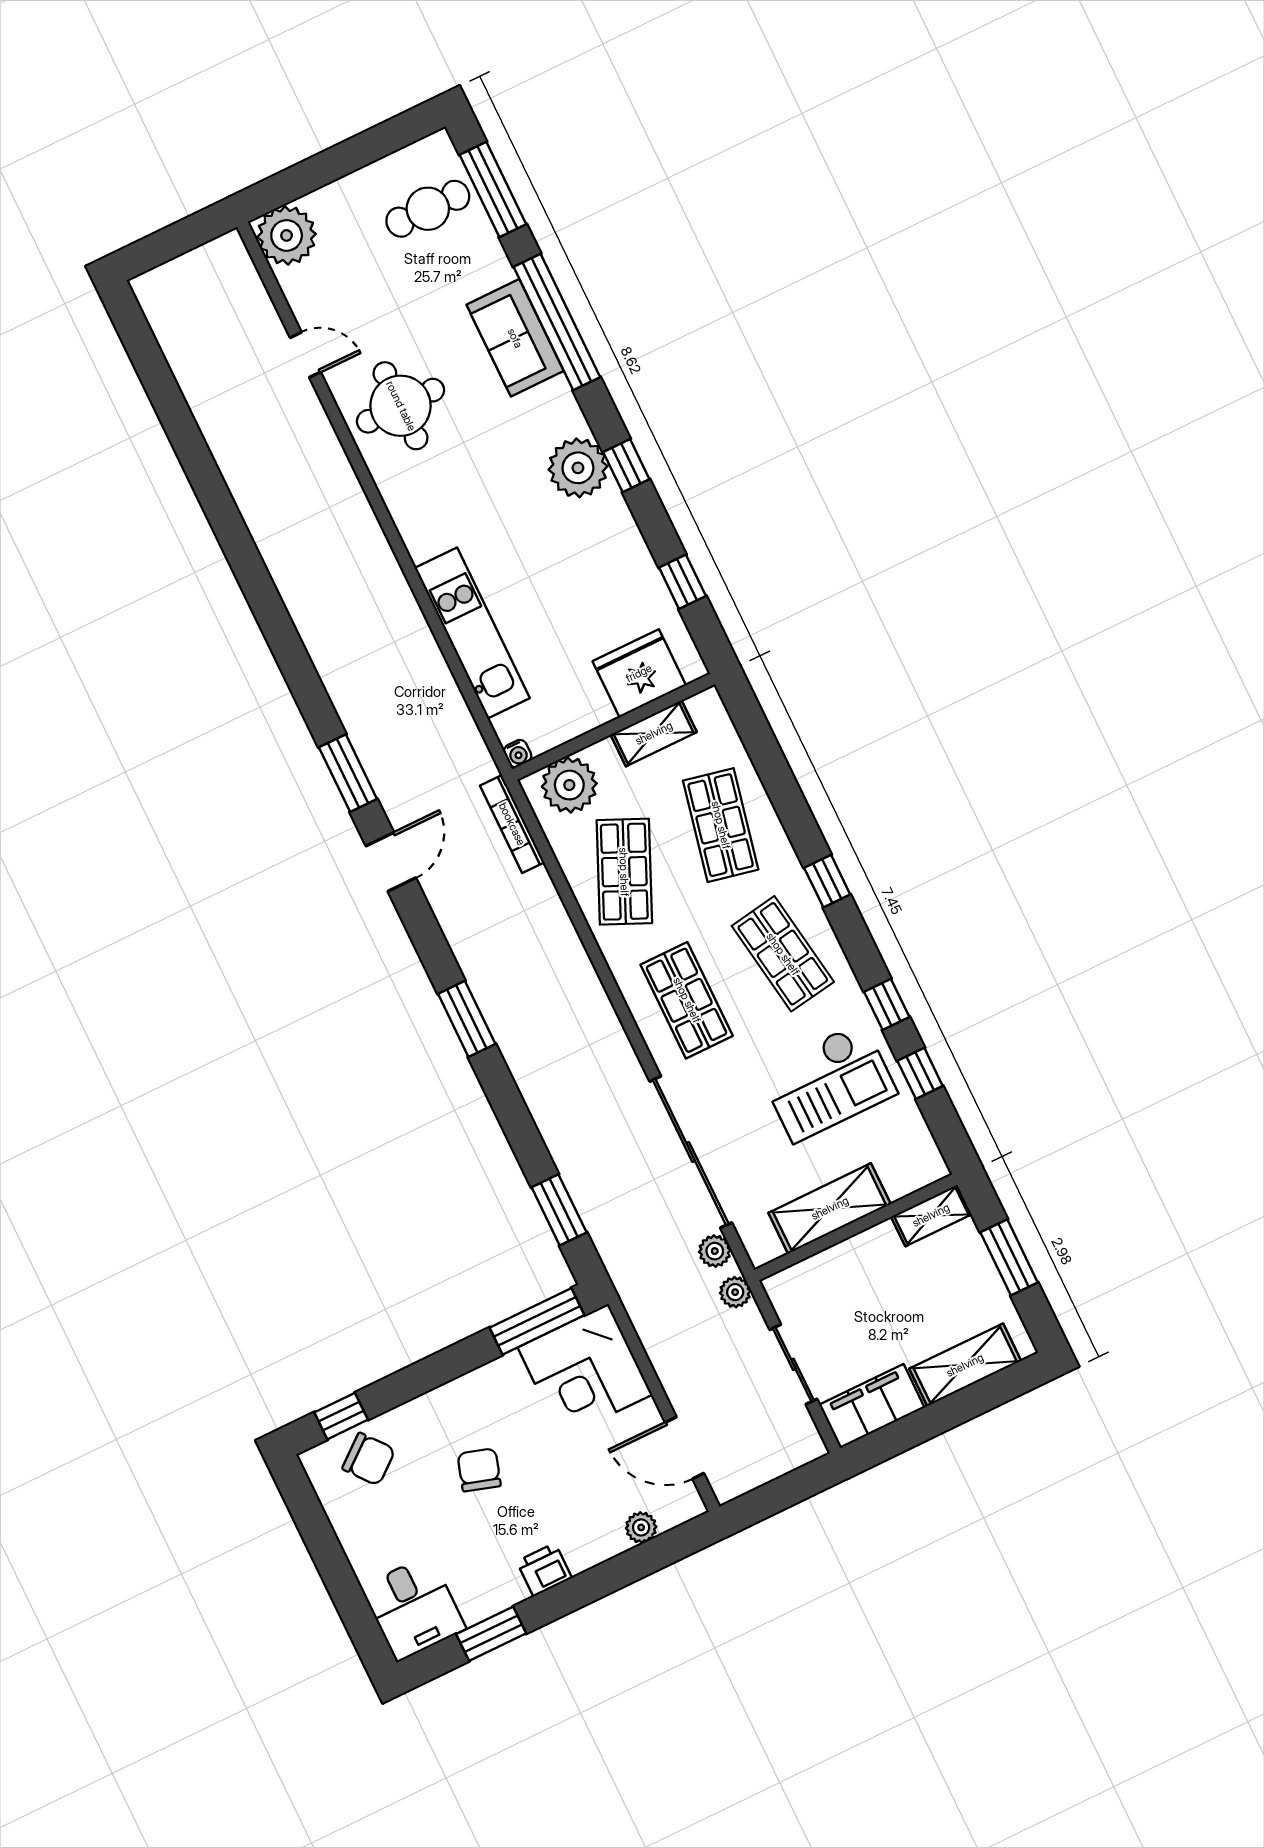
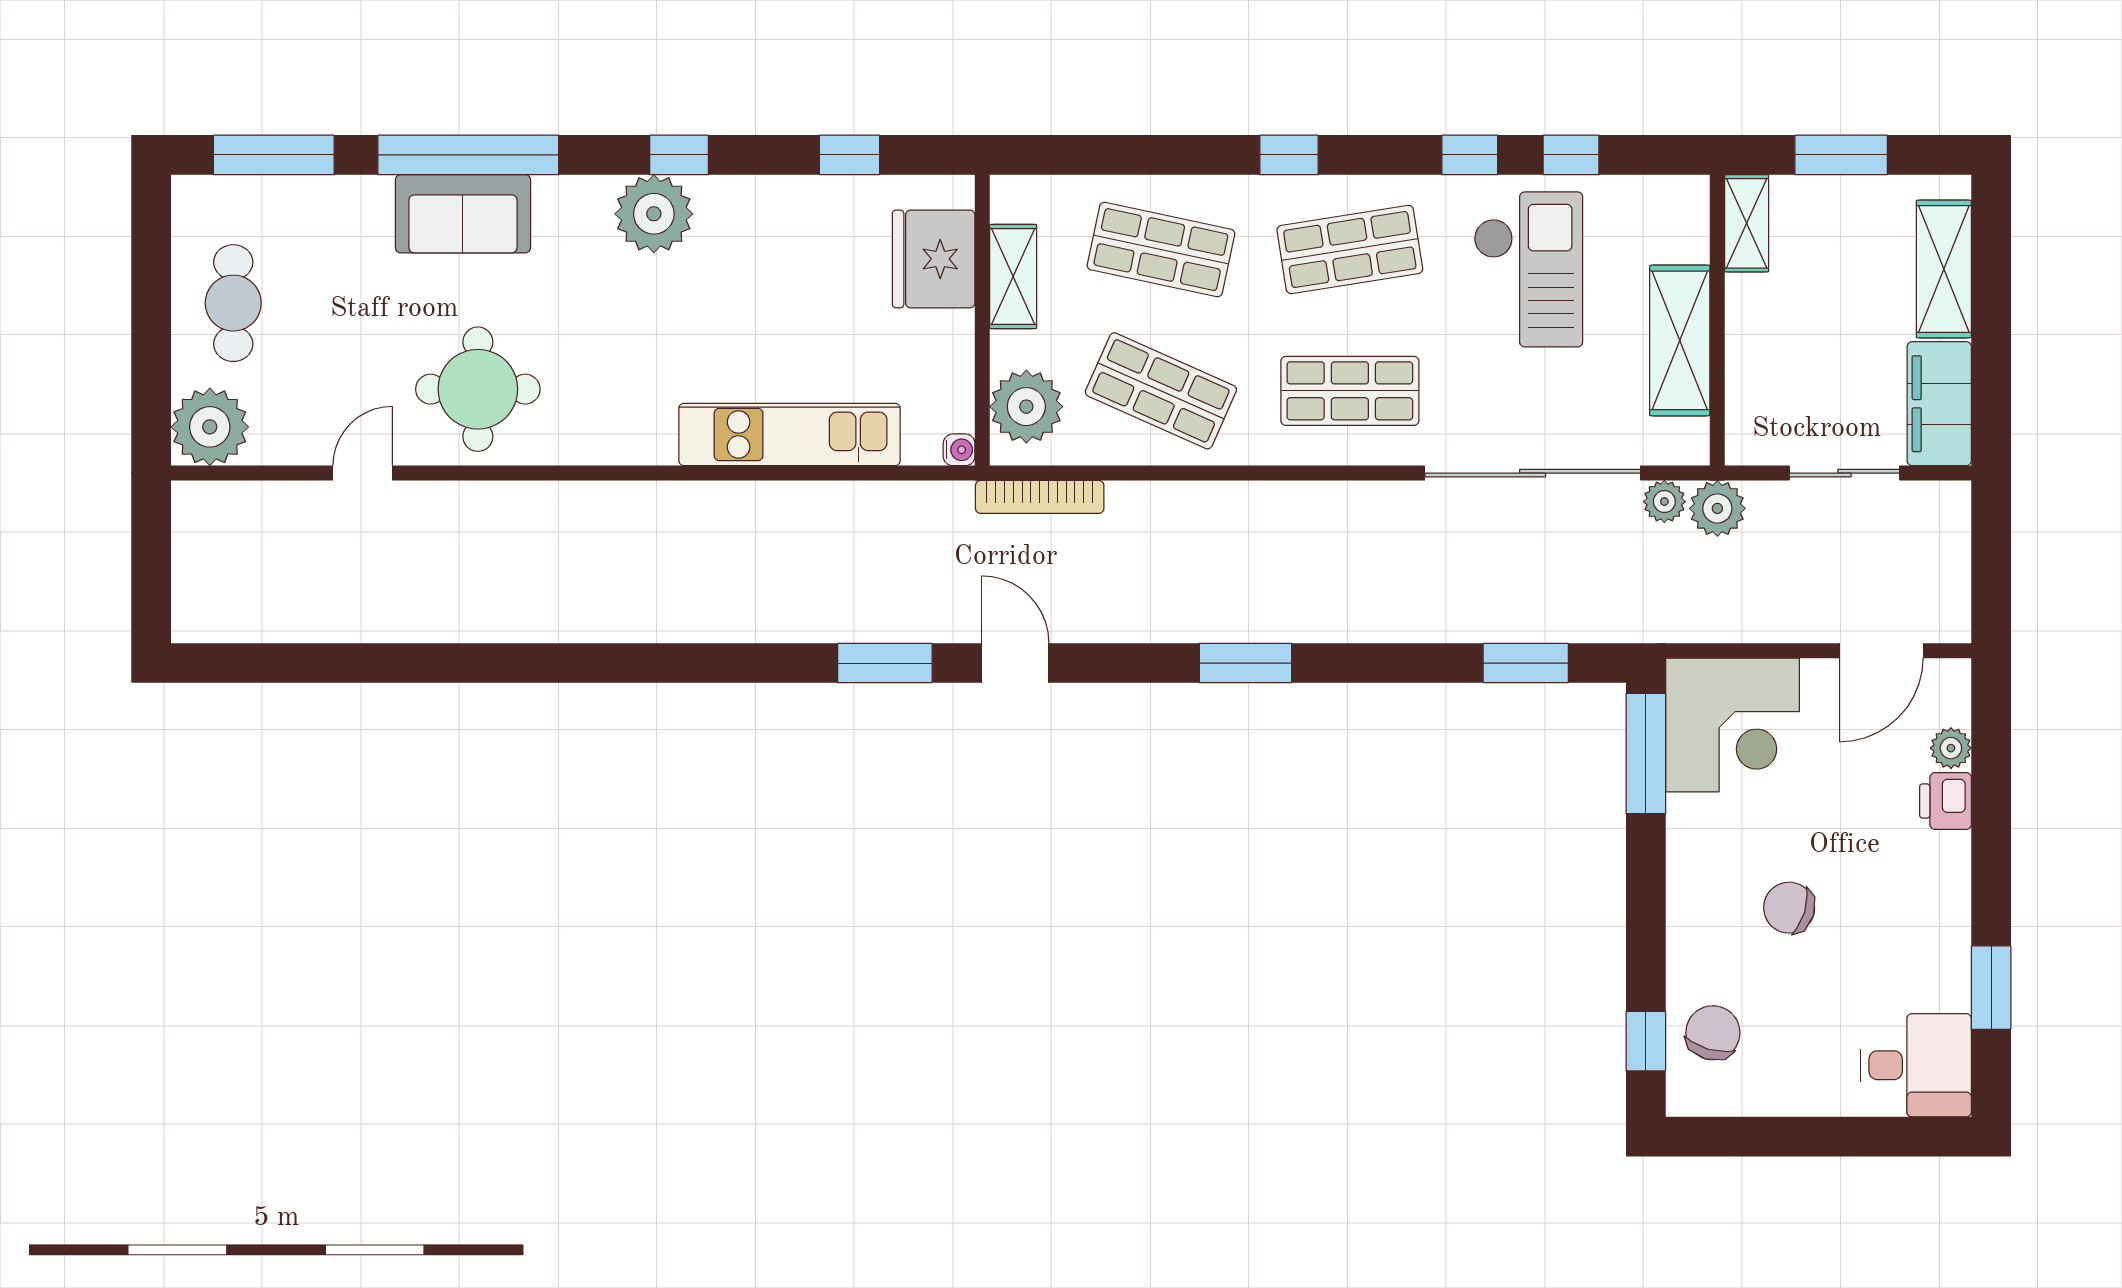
cafe table: (428, 209) -> (233, 303), moved
plant: (735, 1292) -> (1717, 508), width x1.38, depth x1.38
chair: (369, 1459) -> (1713, 1033), turned -35
printer: (544, 1570) -> (1945, 801), moved

